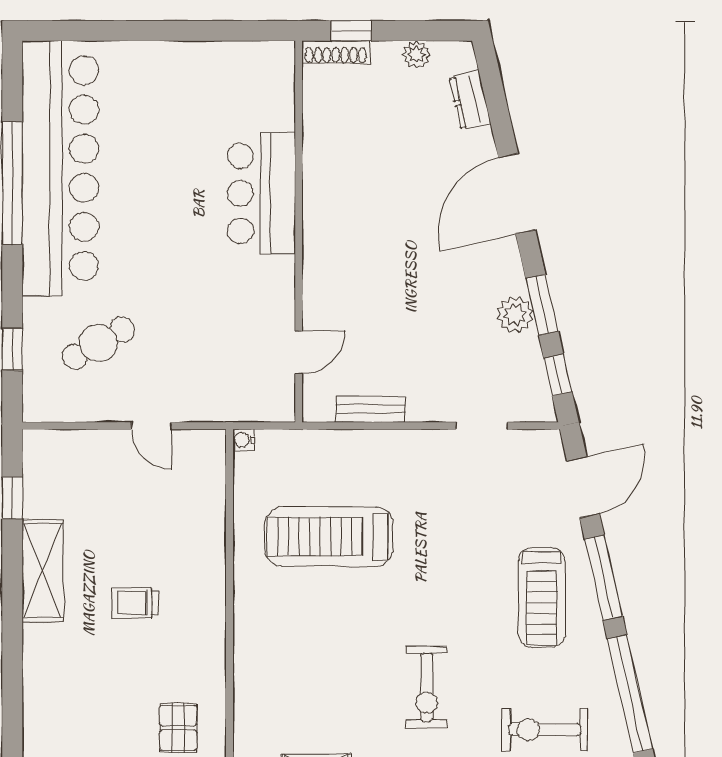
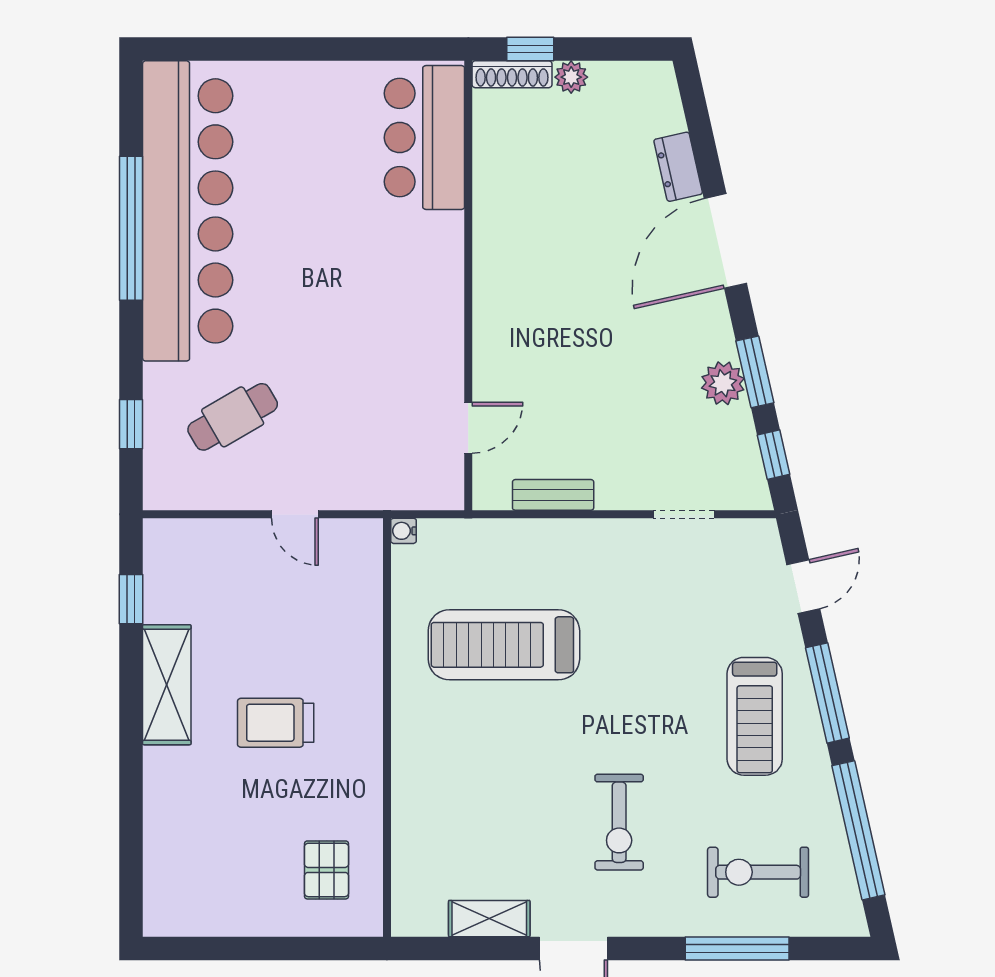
plant: (416, 54) -> (571, 77), moved
dresser: (470, 100) -> (678, 167), moved
bar counter: (261, 193) -> (424, 138), moved
door: (583, 487) -> (803, 587), width x0.73
trolley: (135, 603) -> (276, 723), width x1.36, depth x1.39

